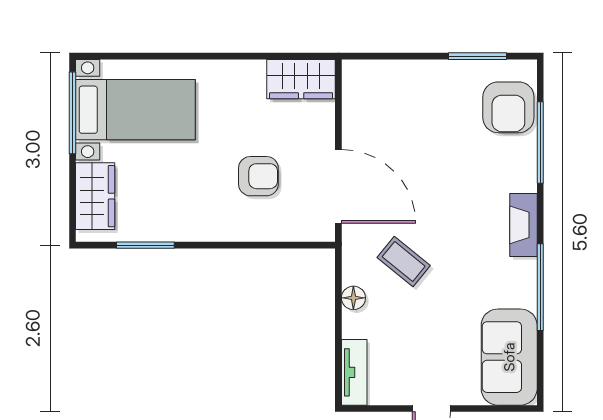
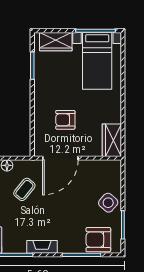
side table: (431, 87) -> (108, 203), added
armchair: (258, 176) -> (65, 120), turned 90

